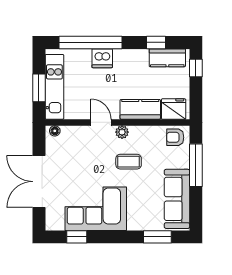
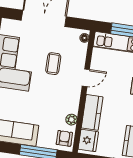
plant: (122, 132) -> (71, 120), moved
coffee table: (129, 162) -> (53, 64), moved

